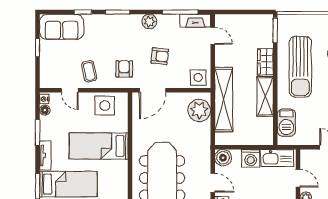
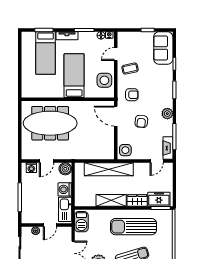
freezer: (264, 33) -> (159, 199), added
plant: (199, 110) -> (101, 151), removed
barbecue: (286, 123) -> (81, 222), moved, turned -90

